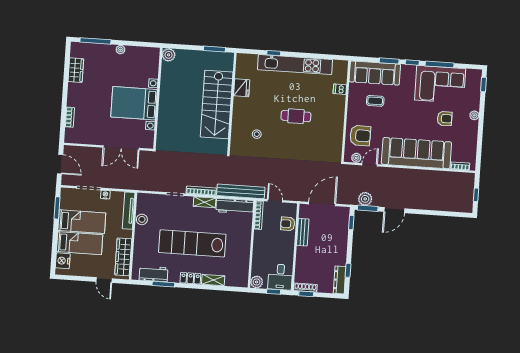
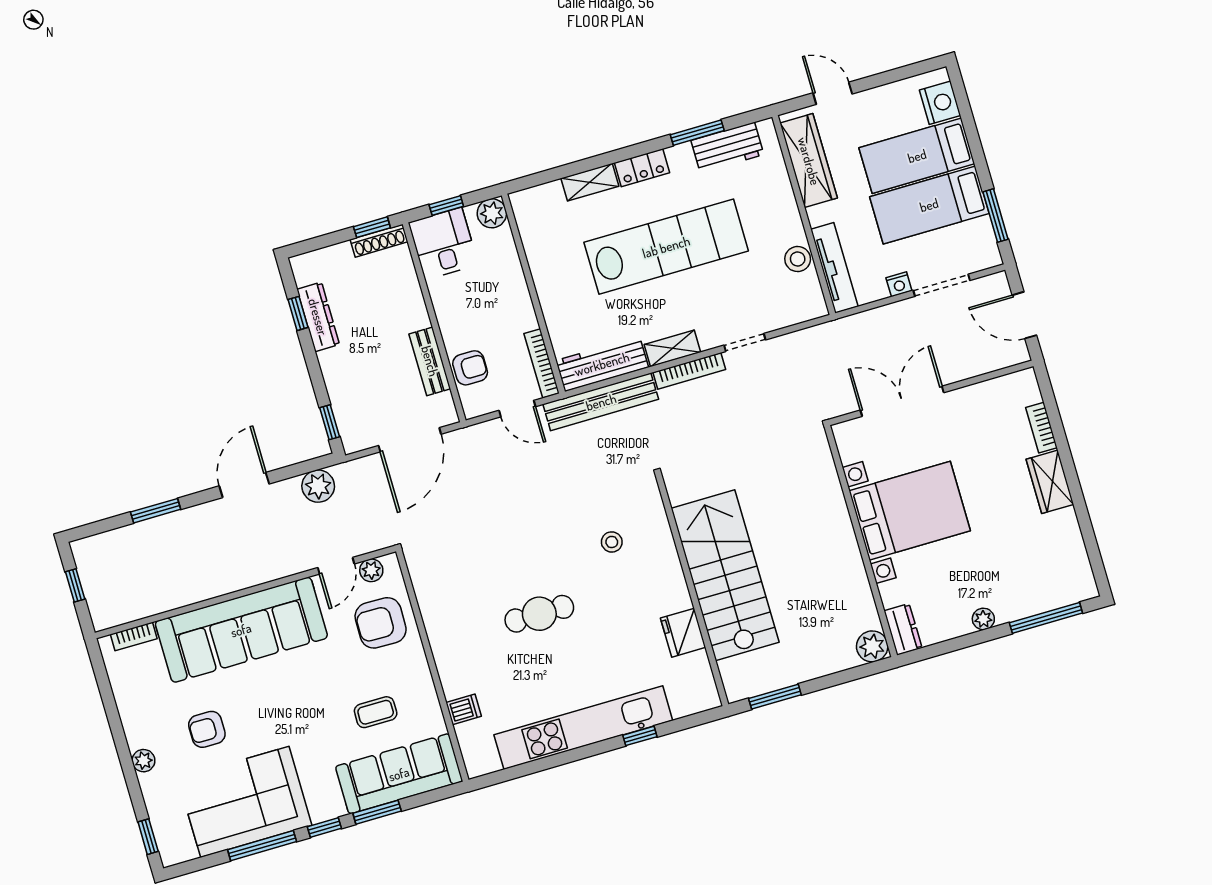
dresser: (154, 57) -> (903, 629), added
wardrobe: (76, 70) -> (1050, 482), moved
window: (368, 208) -> (156, 511), moved
dresser: (340, 280) -> (318, 317), moved

